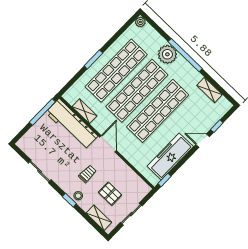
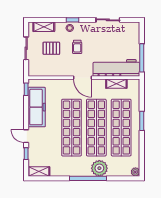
shelving: (210, 90) -> (39, 171), moved
door: (203, 141) -> (26, 136), swing flipped

